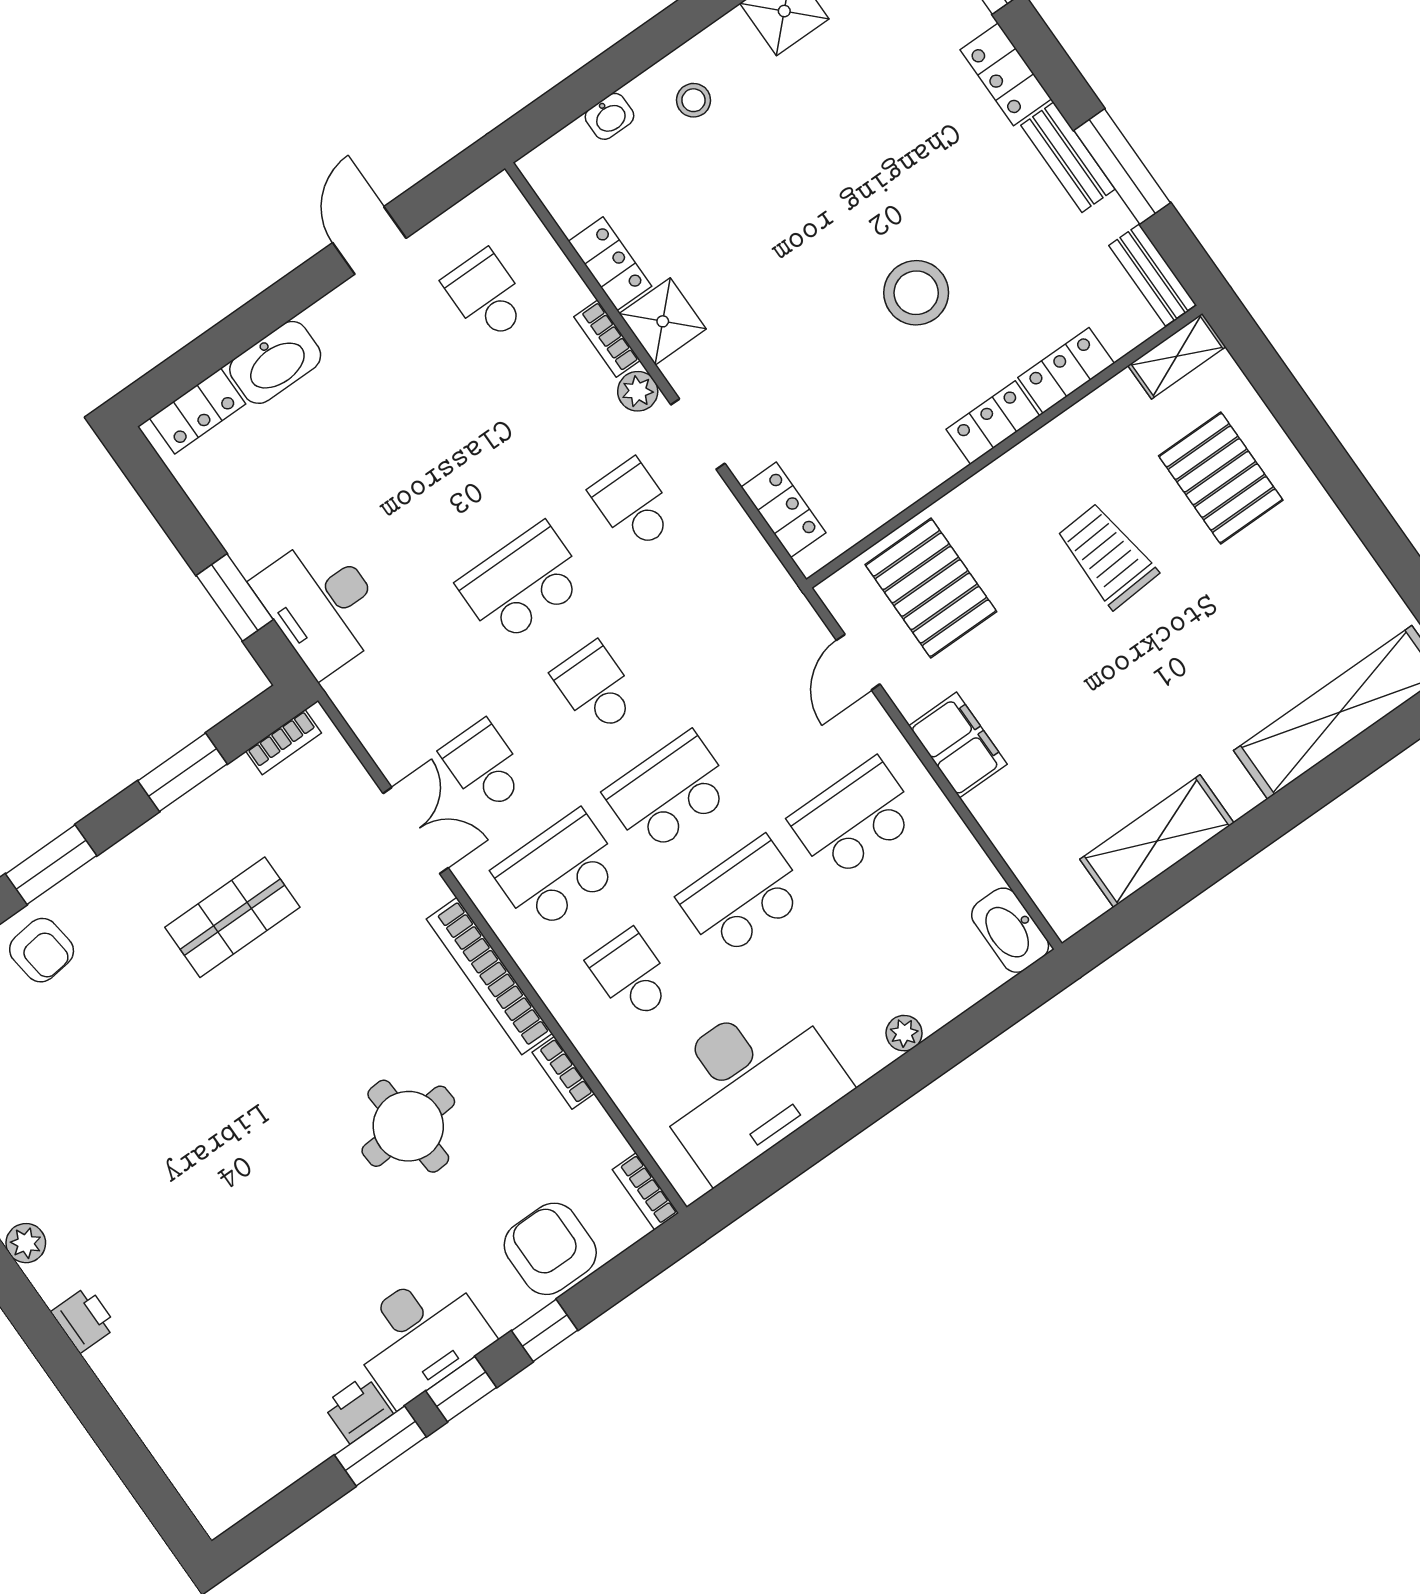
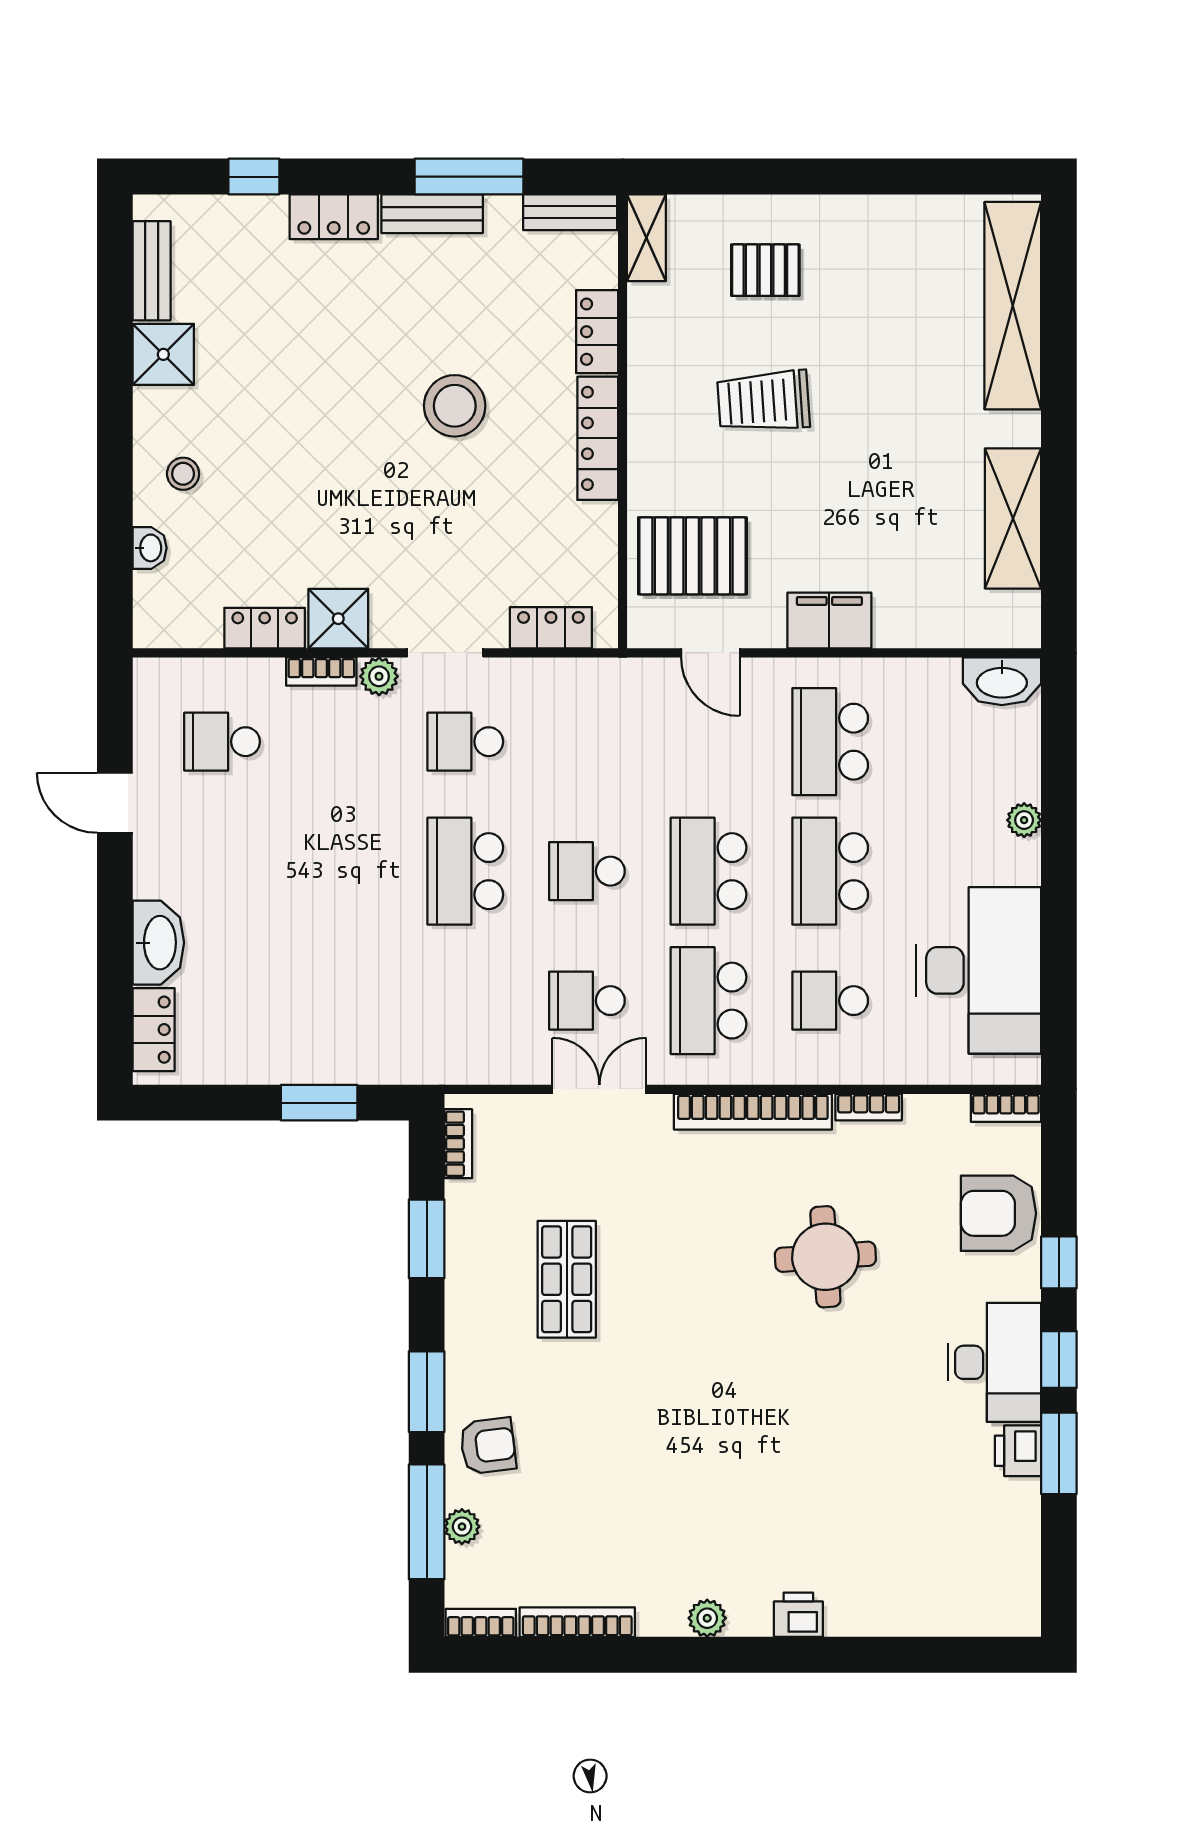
locker: (993, 423) -> (598, 438), width x1.53
pallet: (1221, 478) -> (765, 270), width x0.67, depth x0.71
desk: (322, 605) -> (372, 1039), removed

